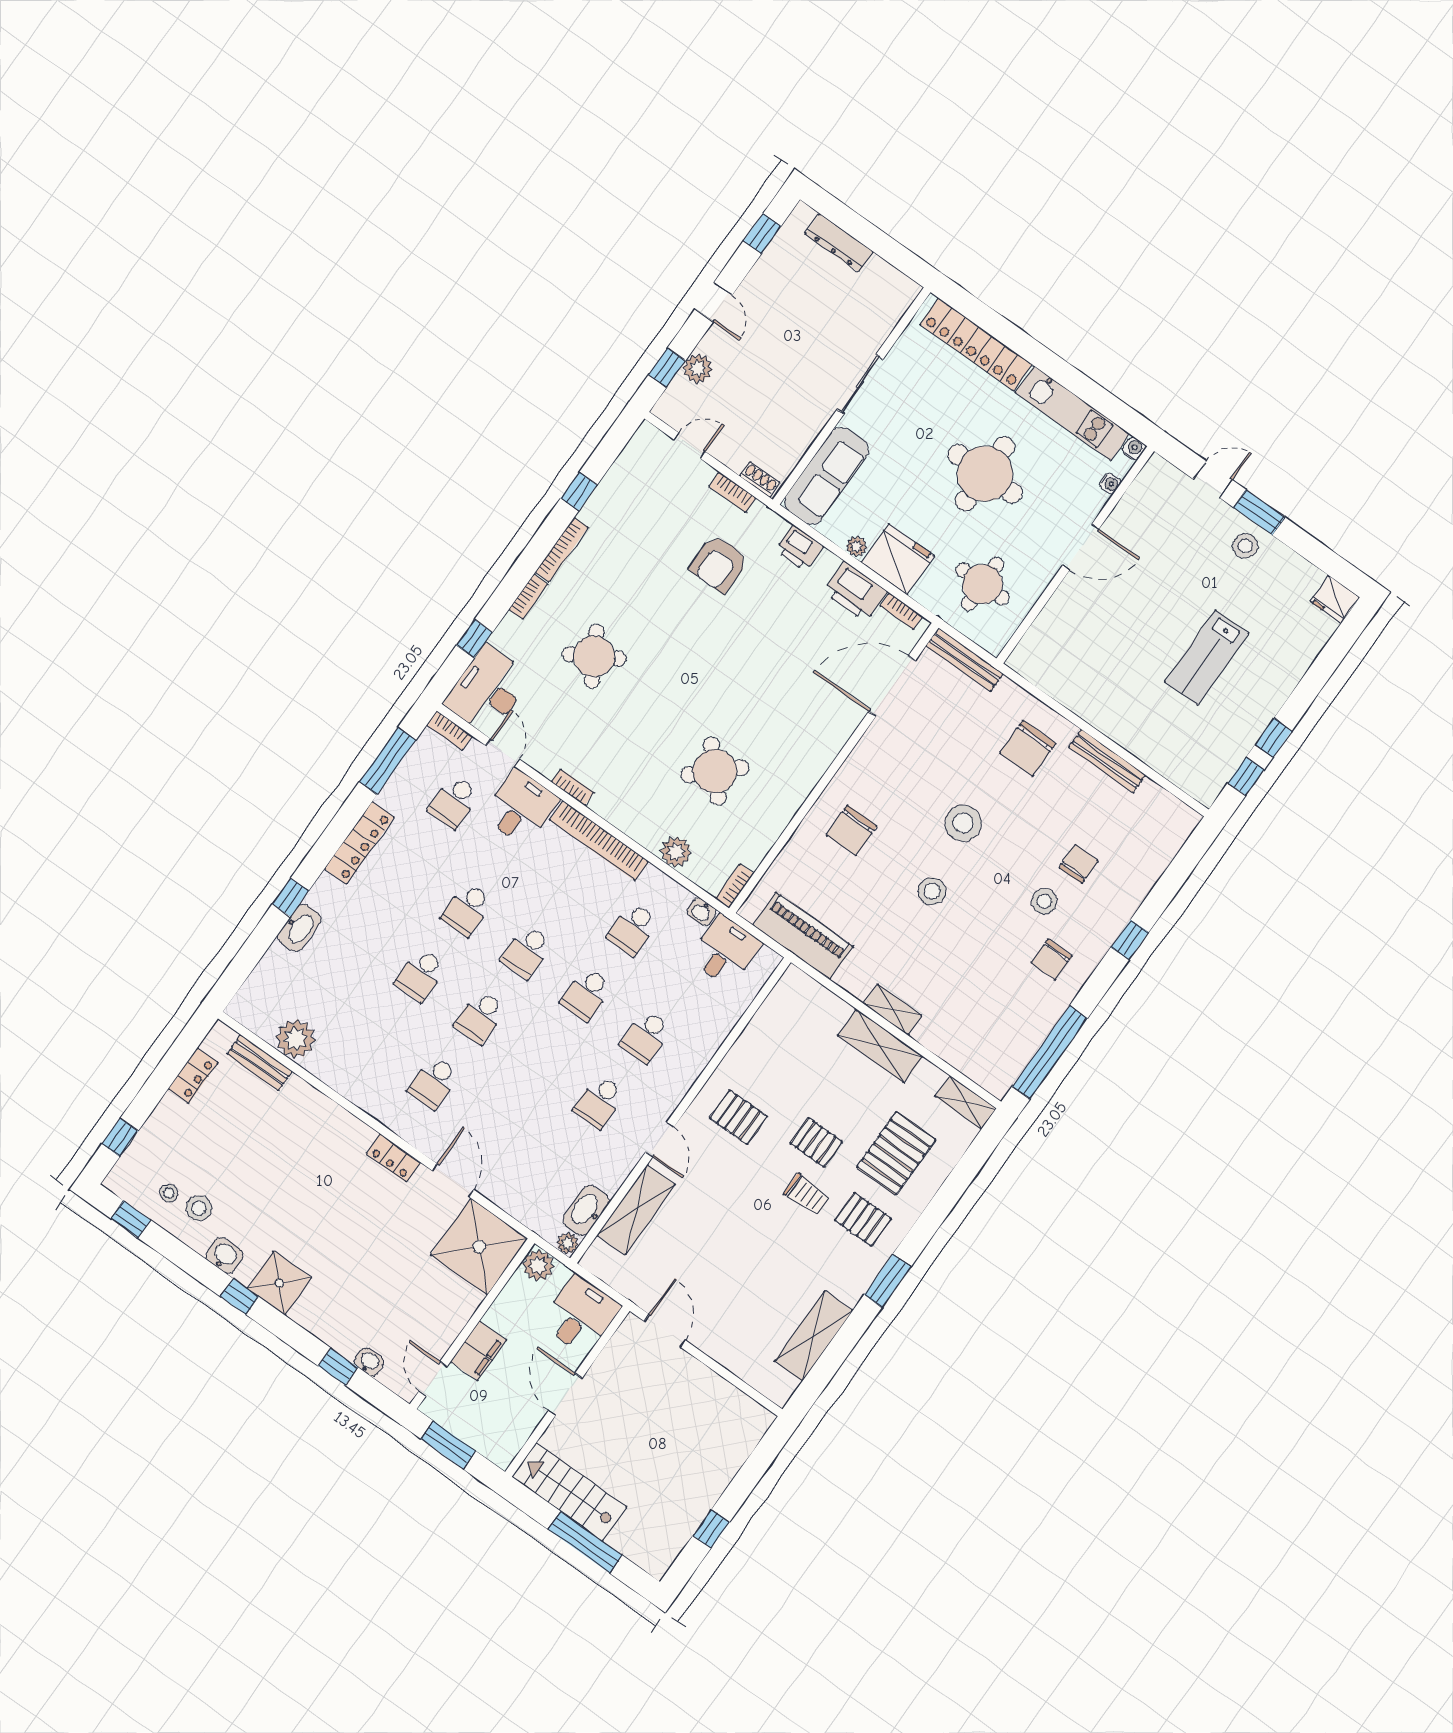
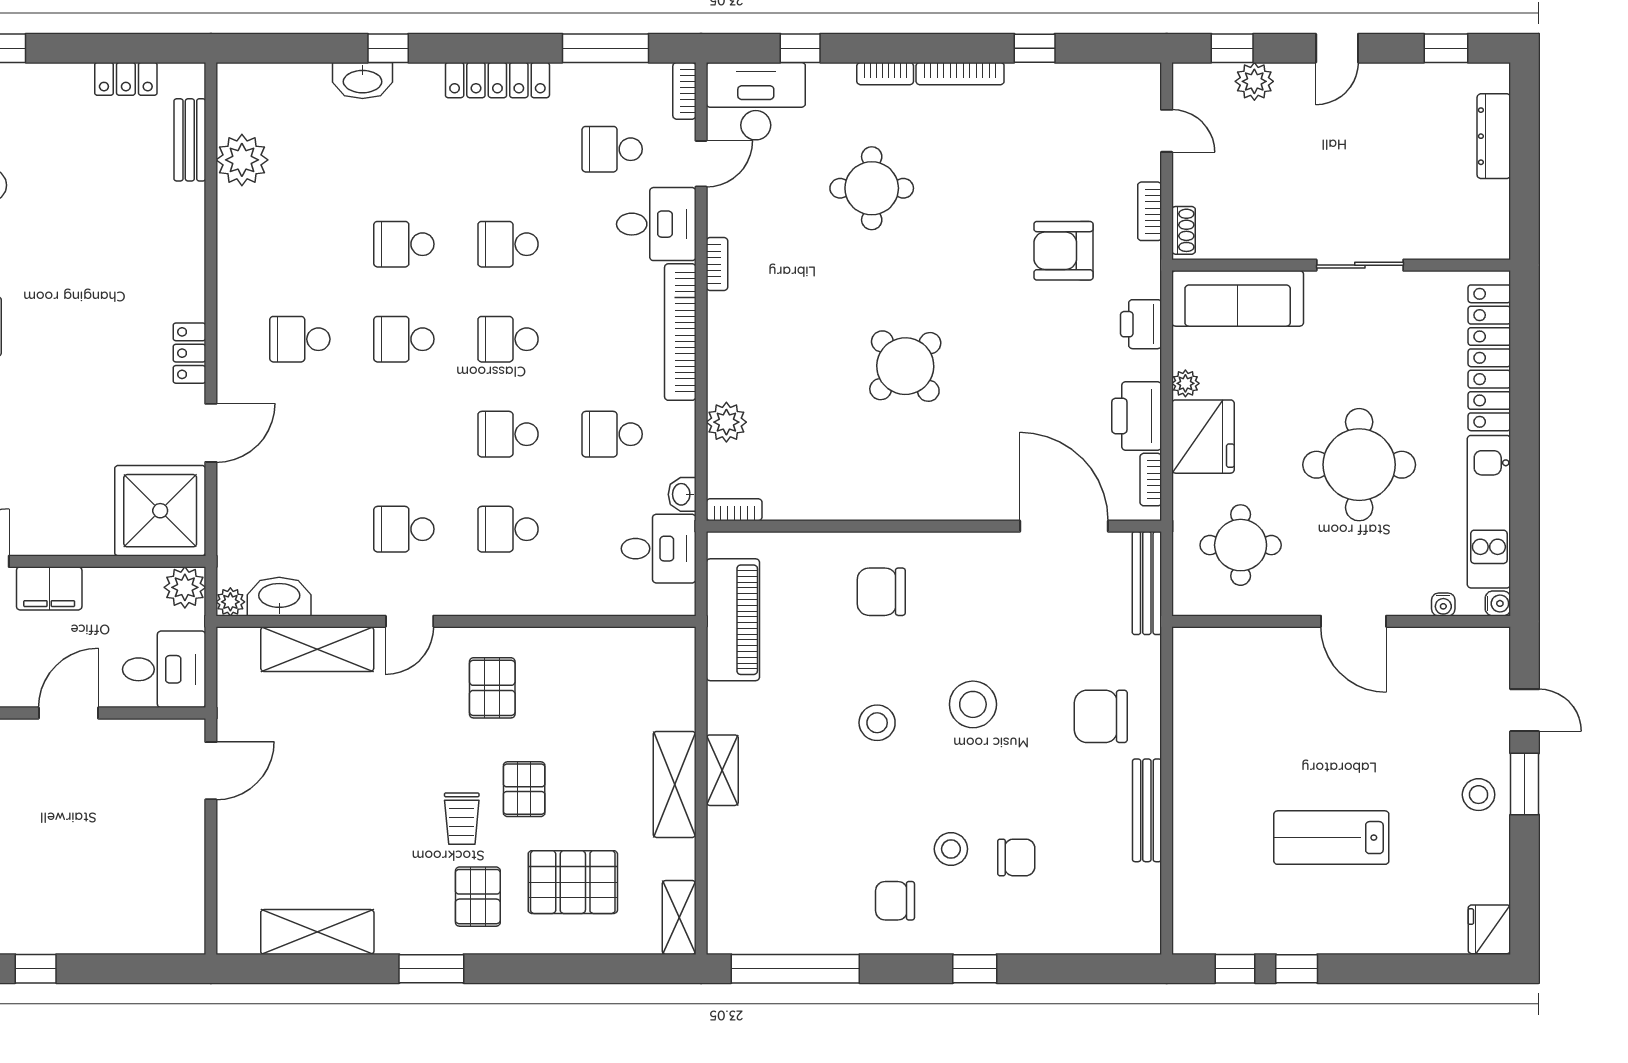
round table: (594, 656) -> (872, 188), turned 30
round table: (715, 771) -> (905, 366), moved

